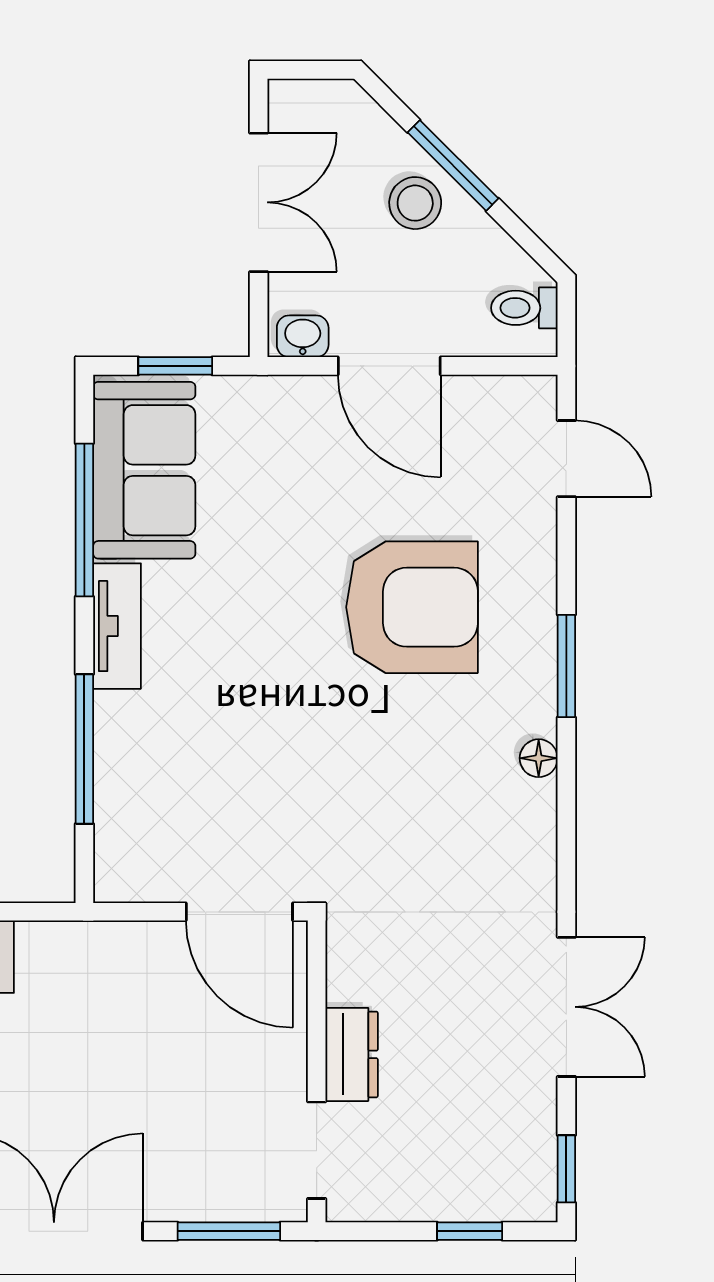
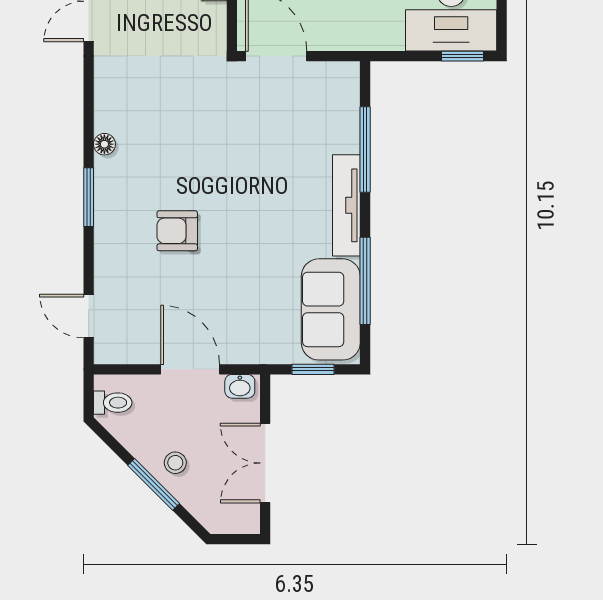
stool: (415, 203) -> (175, 463), width x0.73, depth x0.73
armchair: (412, 607) -> (177, 231), width x0.53, depth x0.53
tv unit: (117, 626) -> (346, 205), width x1.41

